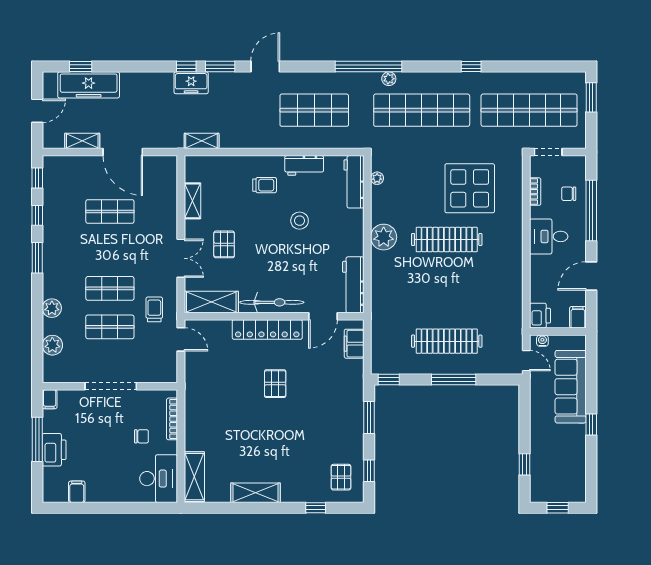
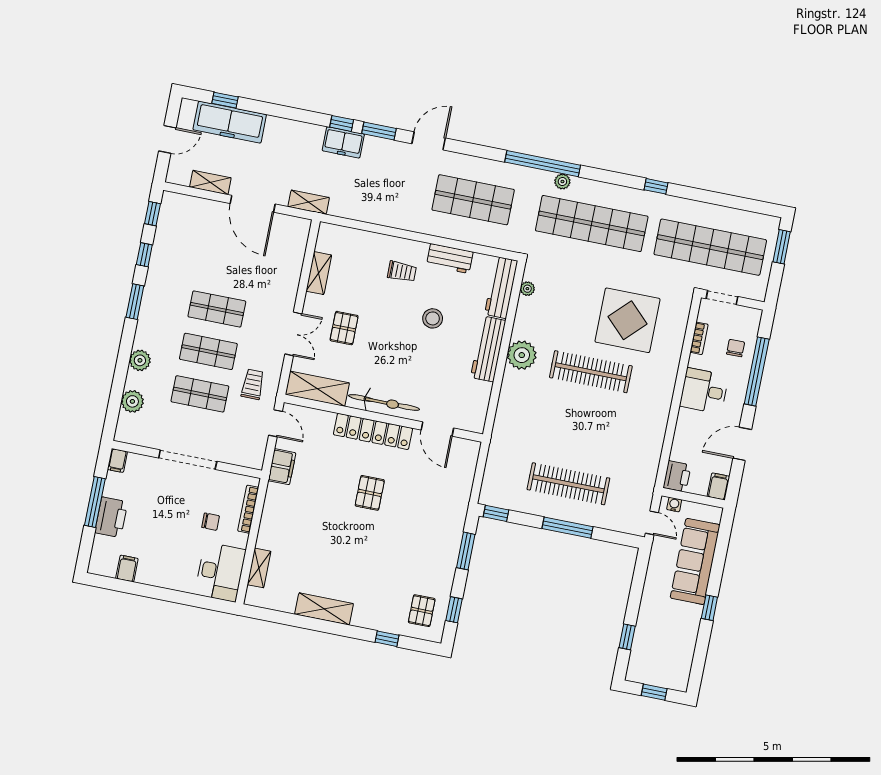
shelving: (202, 141) -> (309, 202), moved
chair: (569, 194) -> (736, 348), turned 90
shop shelf: (110, 211) -> (217, 309), moved
workbench: (353, 285) -> (488, 349), moved
door: (323, 316) -> (437, 429), hinge flipped
filing cabinet: (354, 344) -> (282, 467), moved, turned 180
shelving: (194, 477) -> (259, 568), width x0.67, depth x0.75

